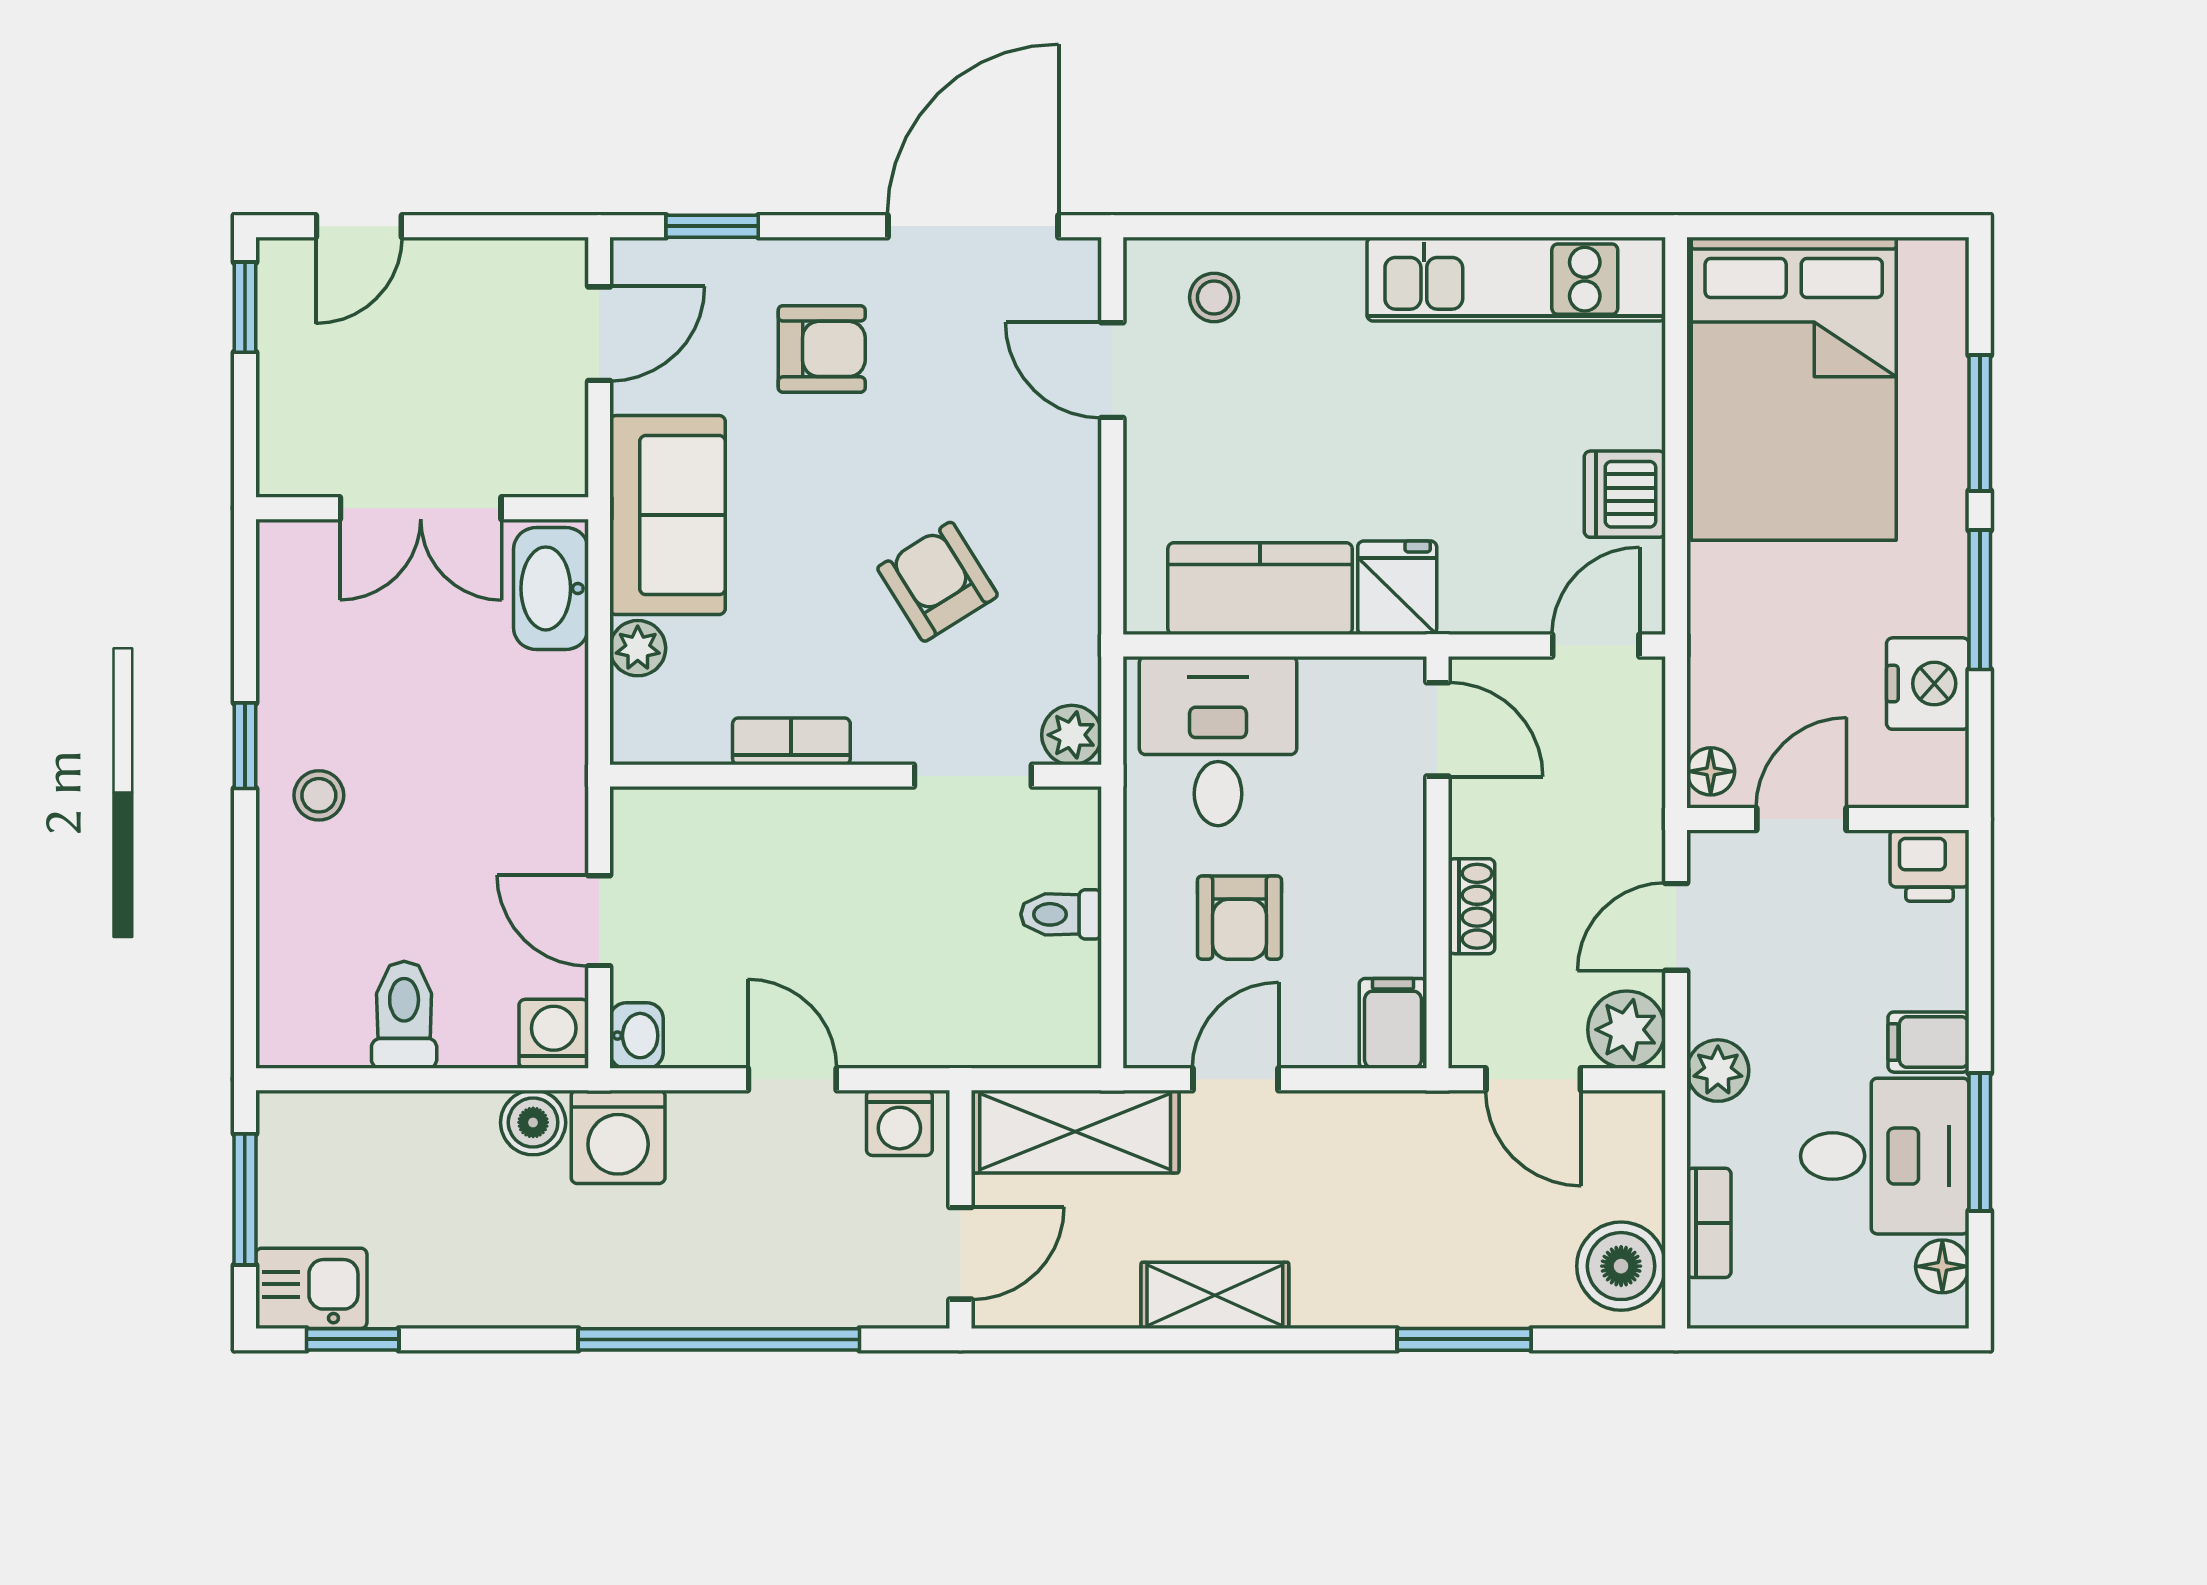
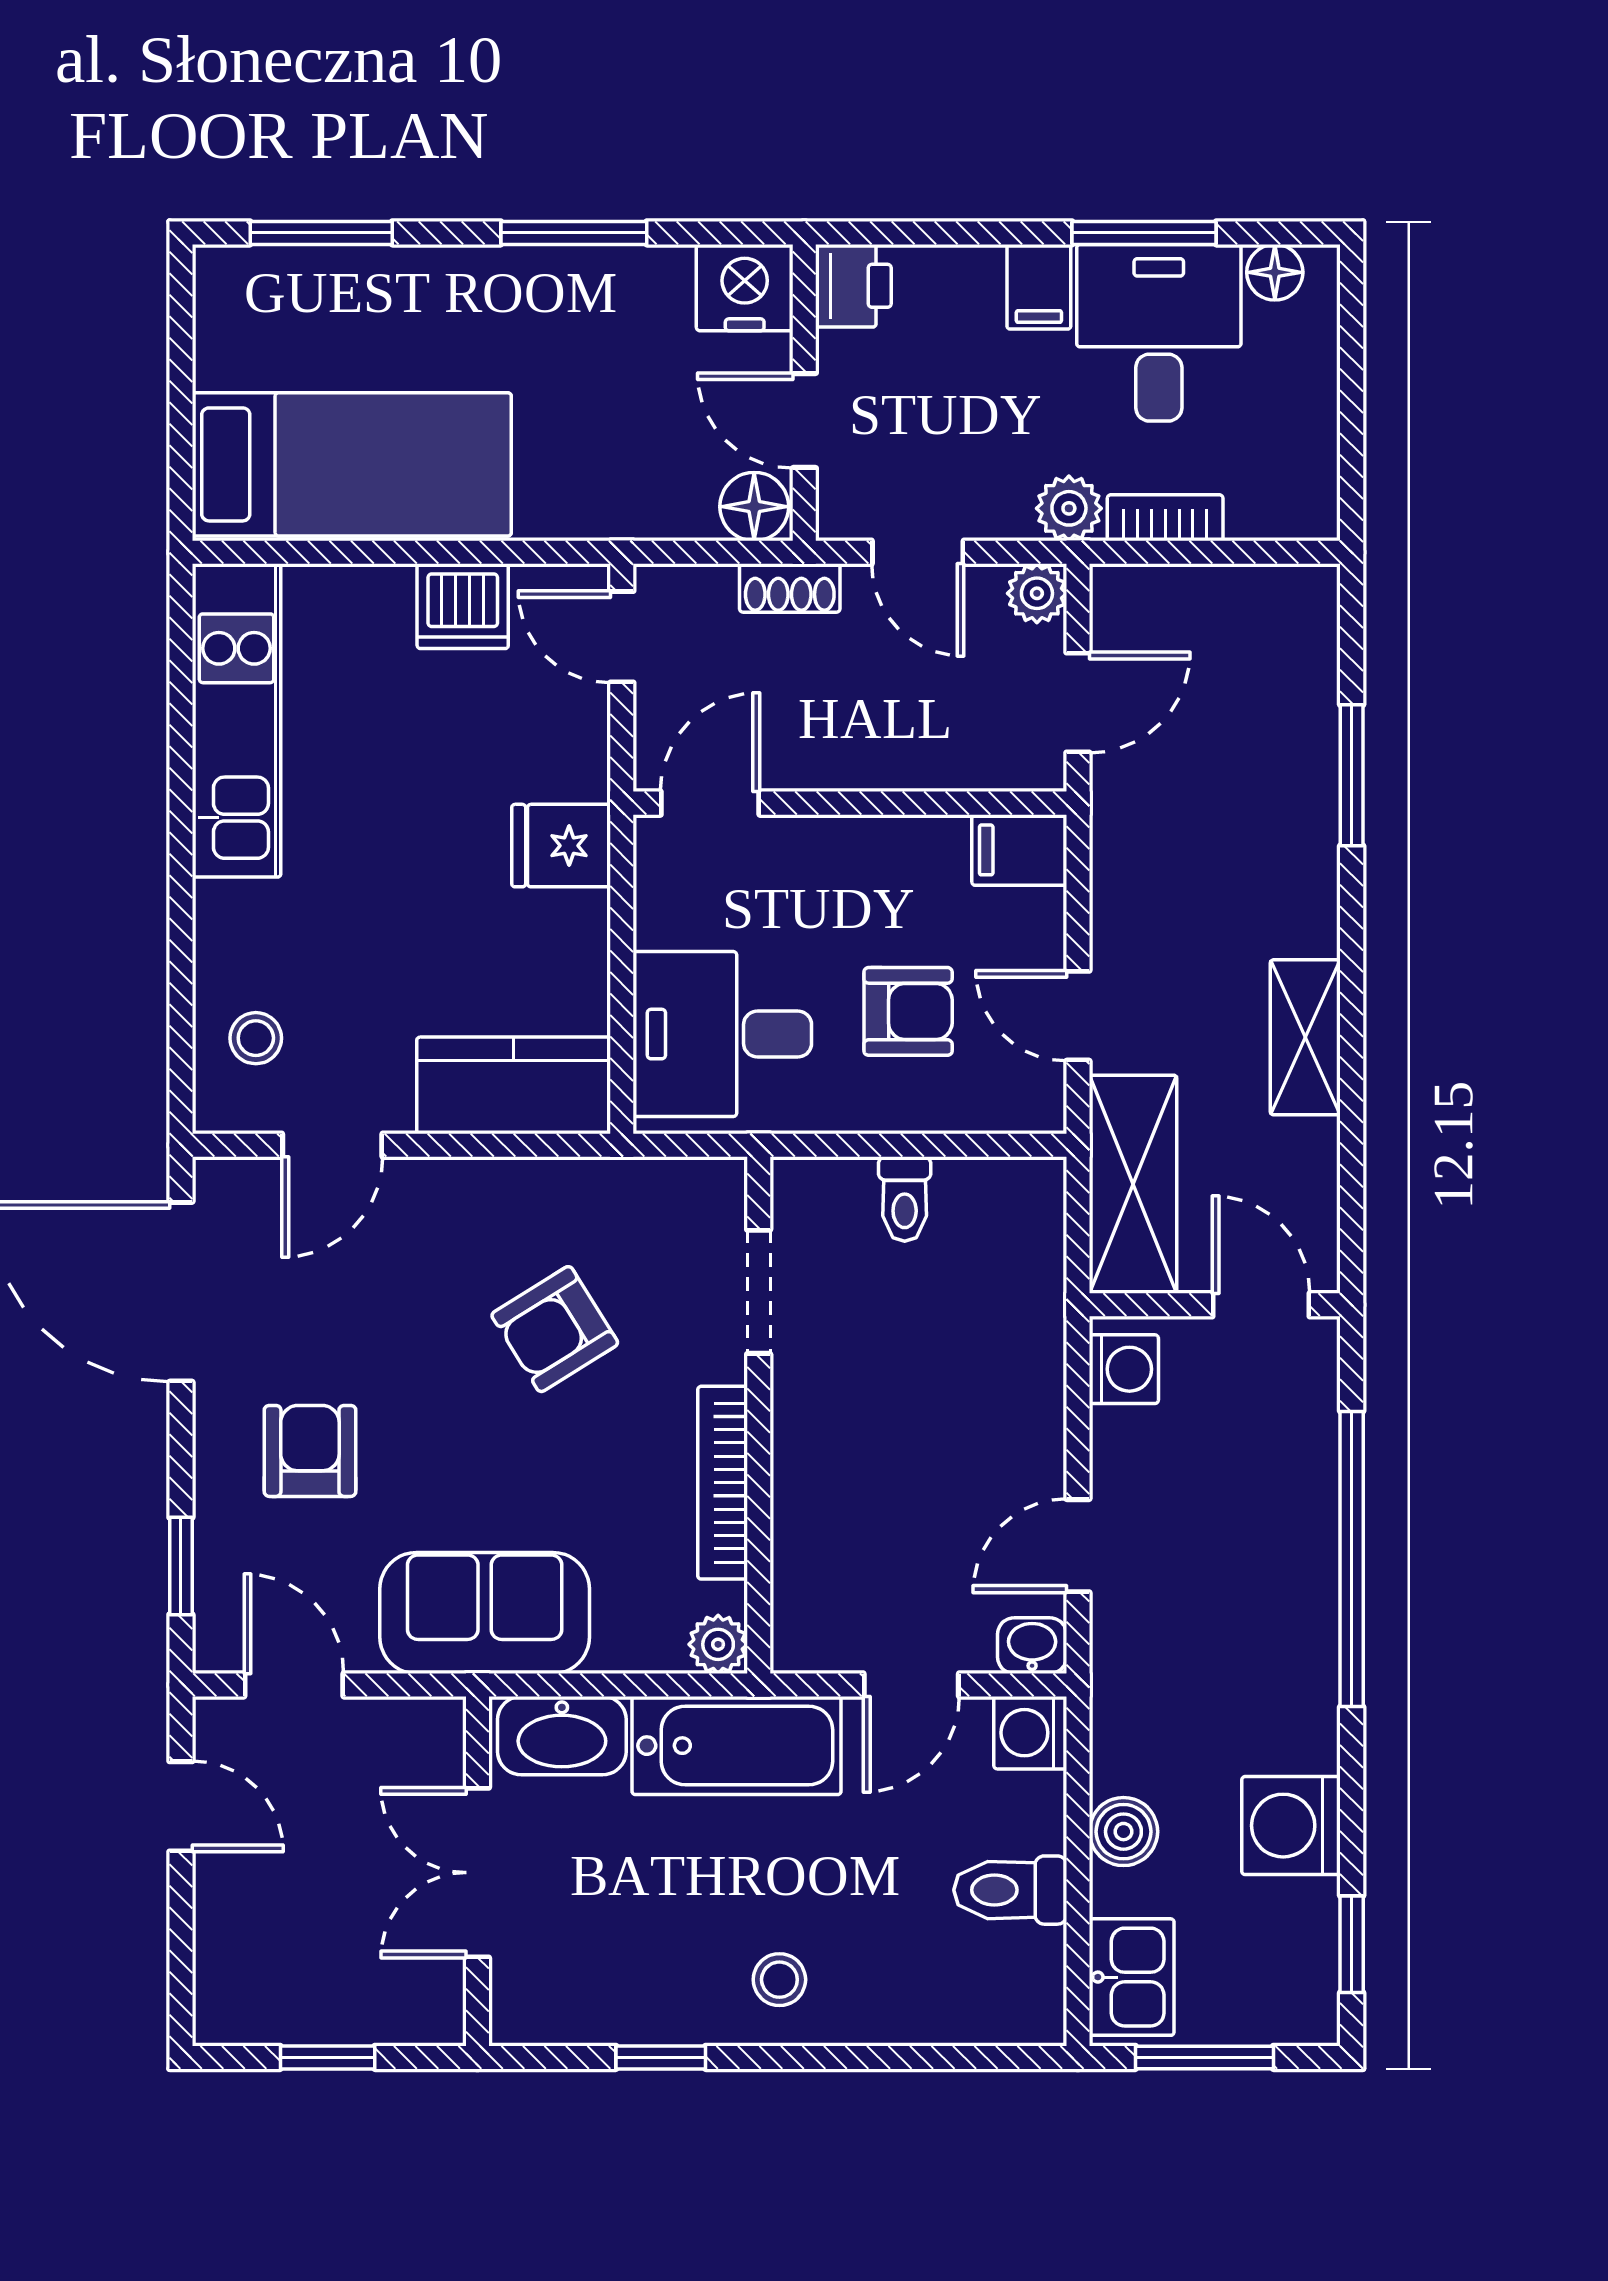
door: (359, 226) -> (181, 1806), moved
window: (245, 307) -> (328, 2057), moved
bed: (1794, 389) -> (352, 464), width x0.67
window: (1980, 423) -> (321, 233), moved
double door: (421, 508) -> (477, 1873), swing flipped
kitchen counter: (1260, 589) -> (514, 1085), moved, turned 90
plant: (638, 648) -> (718, 1644), moved
nightstand: (1928, 684) -> (745, 288), moved
plant: (1072, 735) -> (716, 1188), removed
bookcase: (791, 741) -> (723, 1483), width x1.56
window: (245, 746) -> (661, 2057), moved
bathtub: (542, 755) -> (737, 1746), added
floor lamp: (1711, 771) -> (754, 507), width x1.37, depth x1.37
shoe rack: (1472, 906) -> (790, 588), moved, turned 180
plant: (1627, 1030) -> (1037, 593), width x0.73, depth x0.73
door: (792, 1079) -> (1078, 1546), moved
boiler: (533, 1122) -> (1123, 1832), moved
washing machine: (618, 1137) -> (1291, 1826), moved, turned 180
bookcase: (1709, 1223) -> (1165, 518), moved
boiler: (1621, 1266) -> (1275, 610), removed
kitchen sink: (311, 1288) -> (1132, 1977), moved, turned 180

